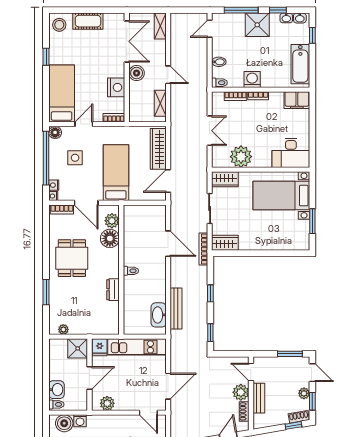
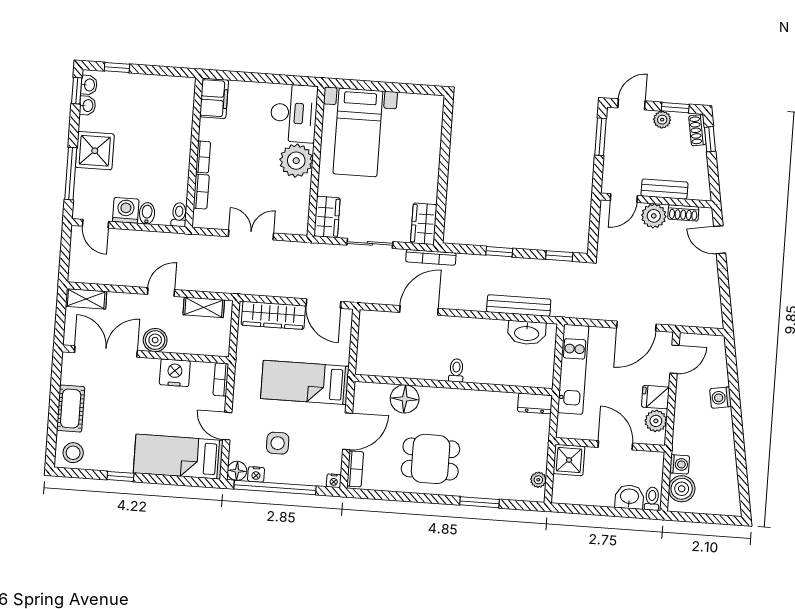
window: (278, 10) -> (77, 91), moved
bathtub: (300, 64) -> (160, 89), removed
washing machine: (252, 79) -> (126, 210), moved, turned 90
plant: (241, 157) -> (296, 161), moved
nightstand: (54, 185) -> (256, 474), moved
plant: (112, 221) -> (378, 394), removed
window: (312, 221) -> (400, 88), removed
dresser: (113, 290) -> (535, 403), moved
fridge: (100, 347) -> (655, 397), moved, turned 180
door: (168, 386) -> (636, 326), swing flipped

